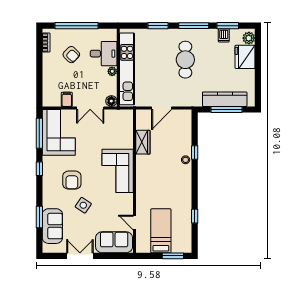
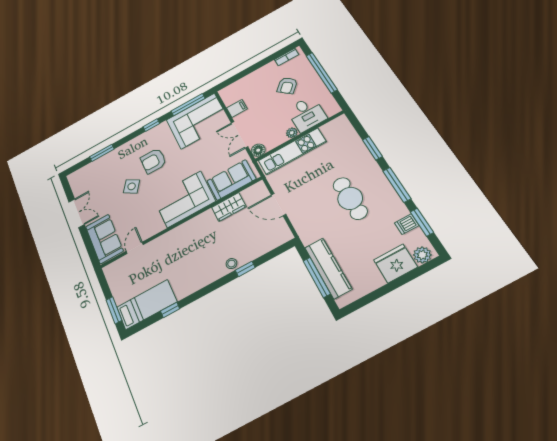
cafe table: (185, 60) -> (350, 198), turned 90
kitchen unit: (127, 69) -> (292, 151), width x0.73
sofa: (52, 226) -> (231, 180), moved, turned 180
bed: (161, 231) -> (147, 305), moved

